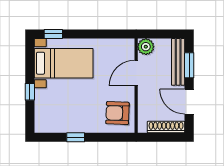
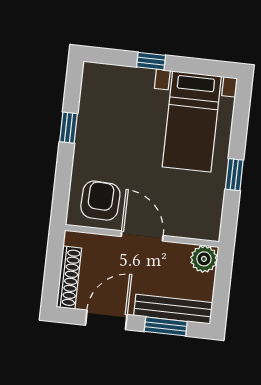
window: (53, 34) -> (234, 175), moved
door: (136, 73) -> (142, 236), moved

